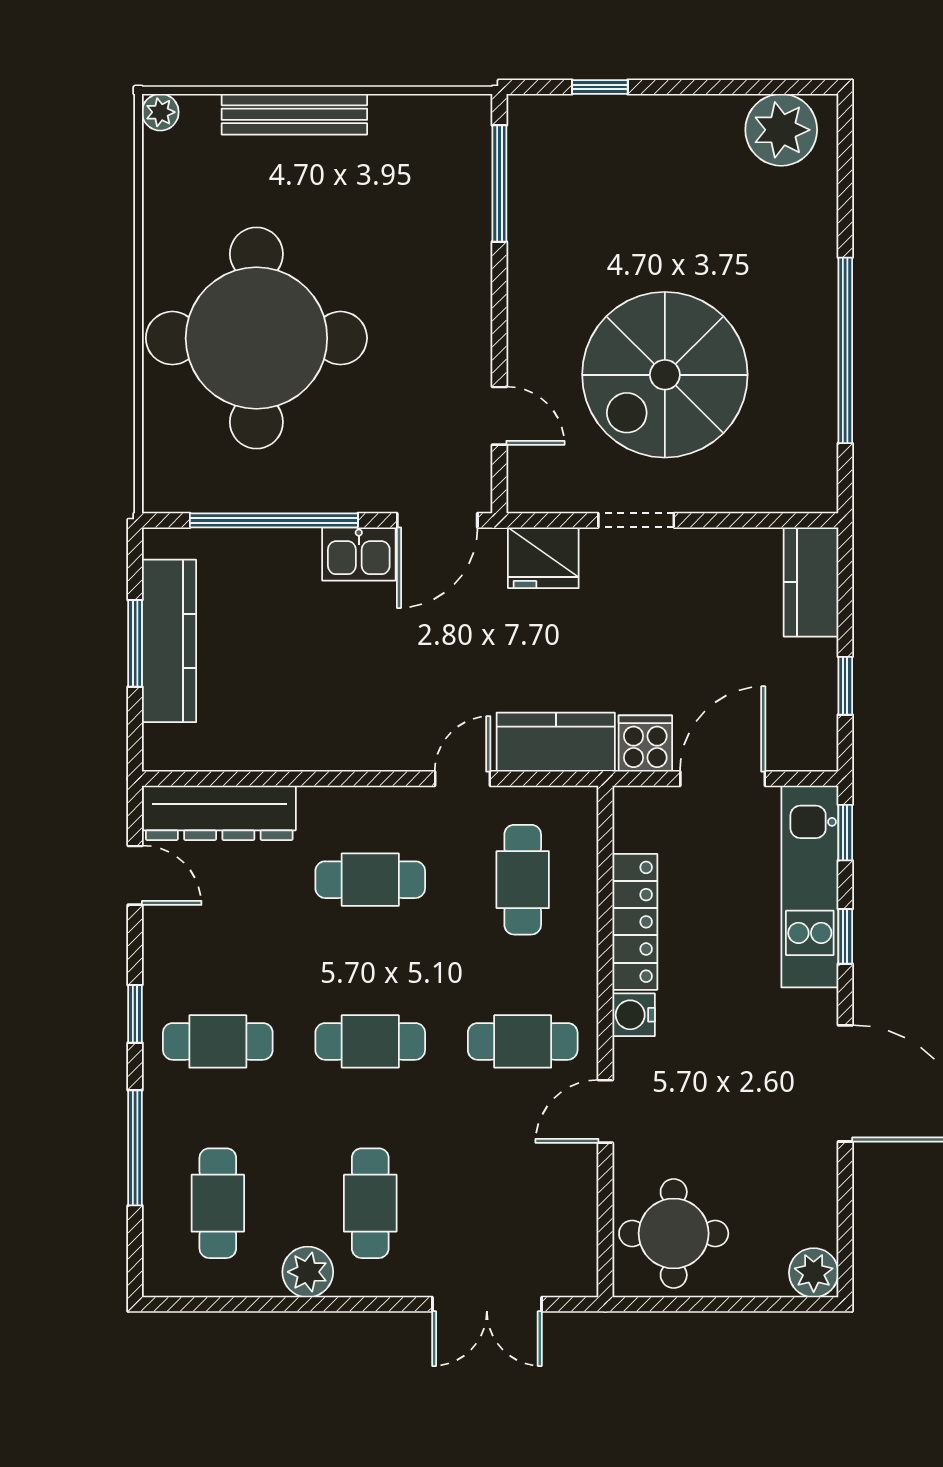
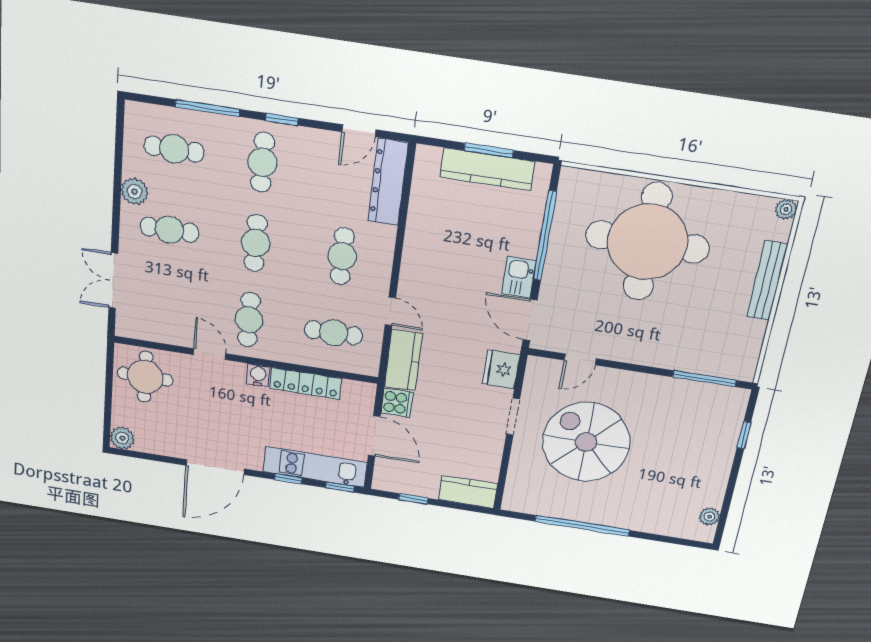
plant: (781, 130) -> (709, 517), width x0.53, depth x0.53

